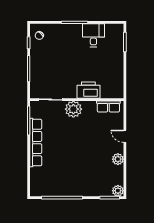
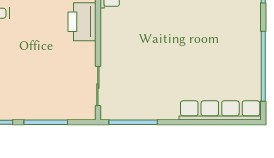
plant: (73, 109) -> (114, 47), removed
row of seats: (36, 143) -> (220, 110), moved

